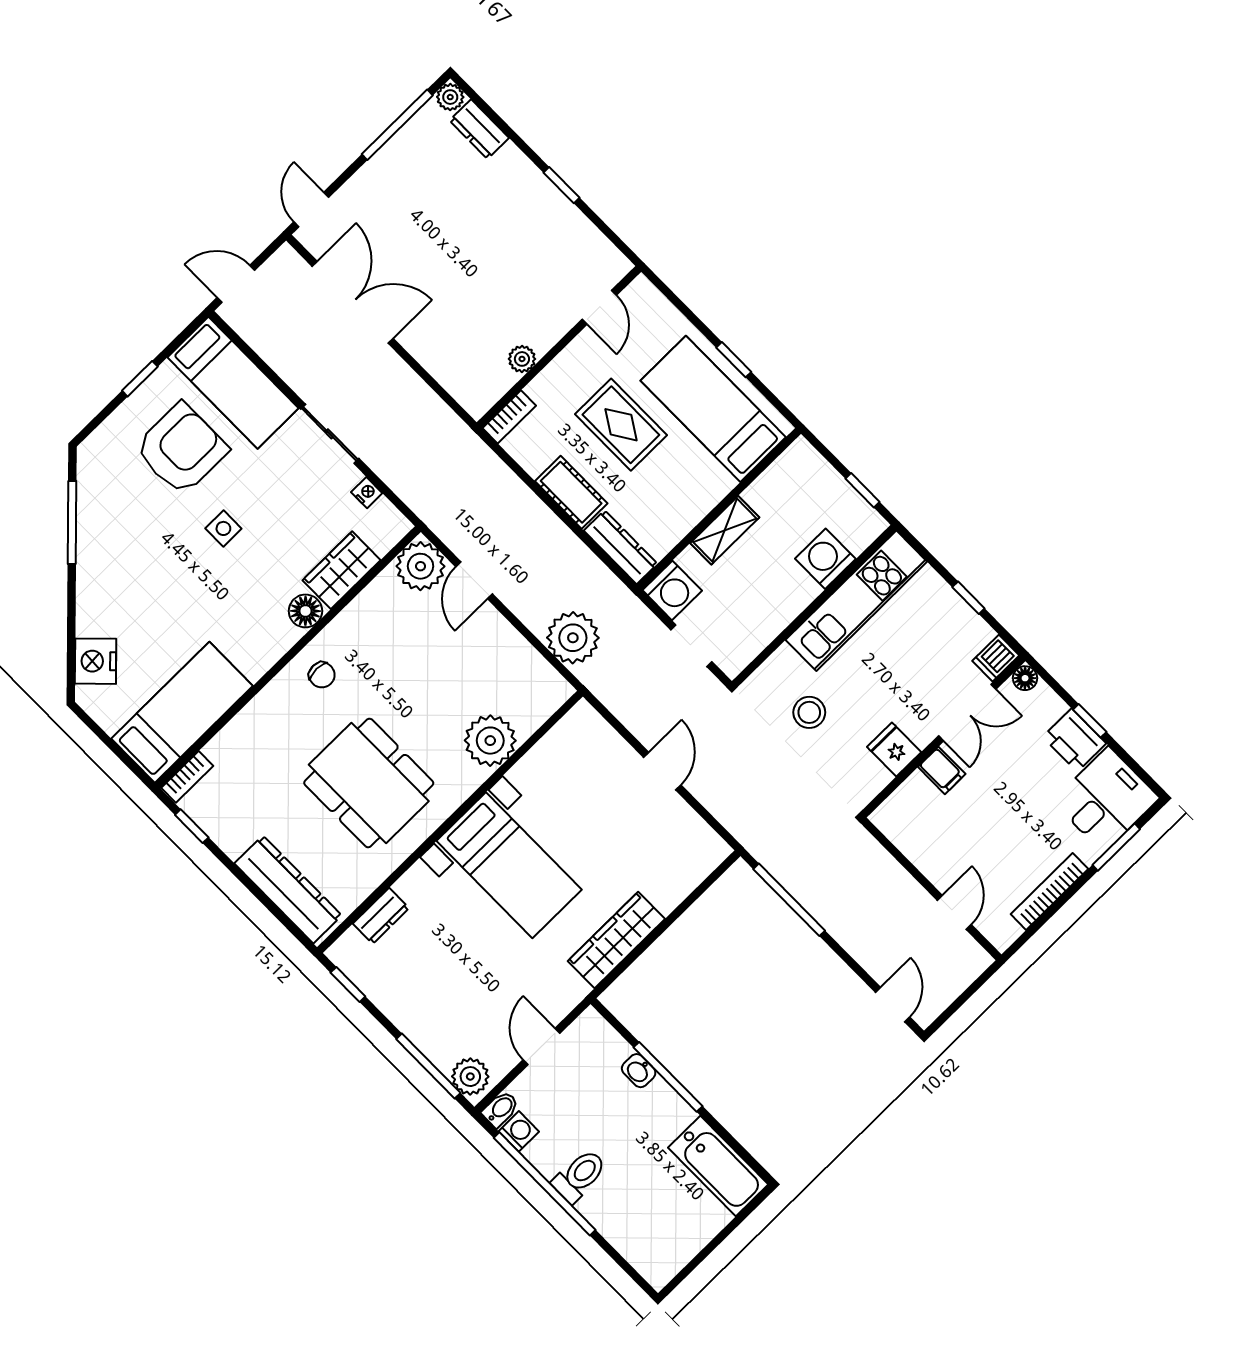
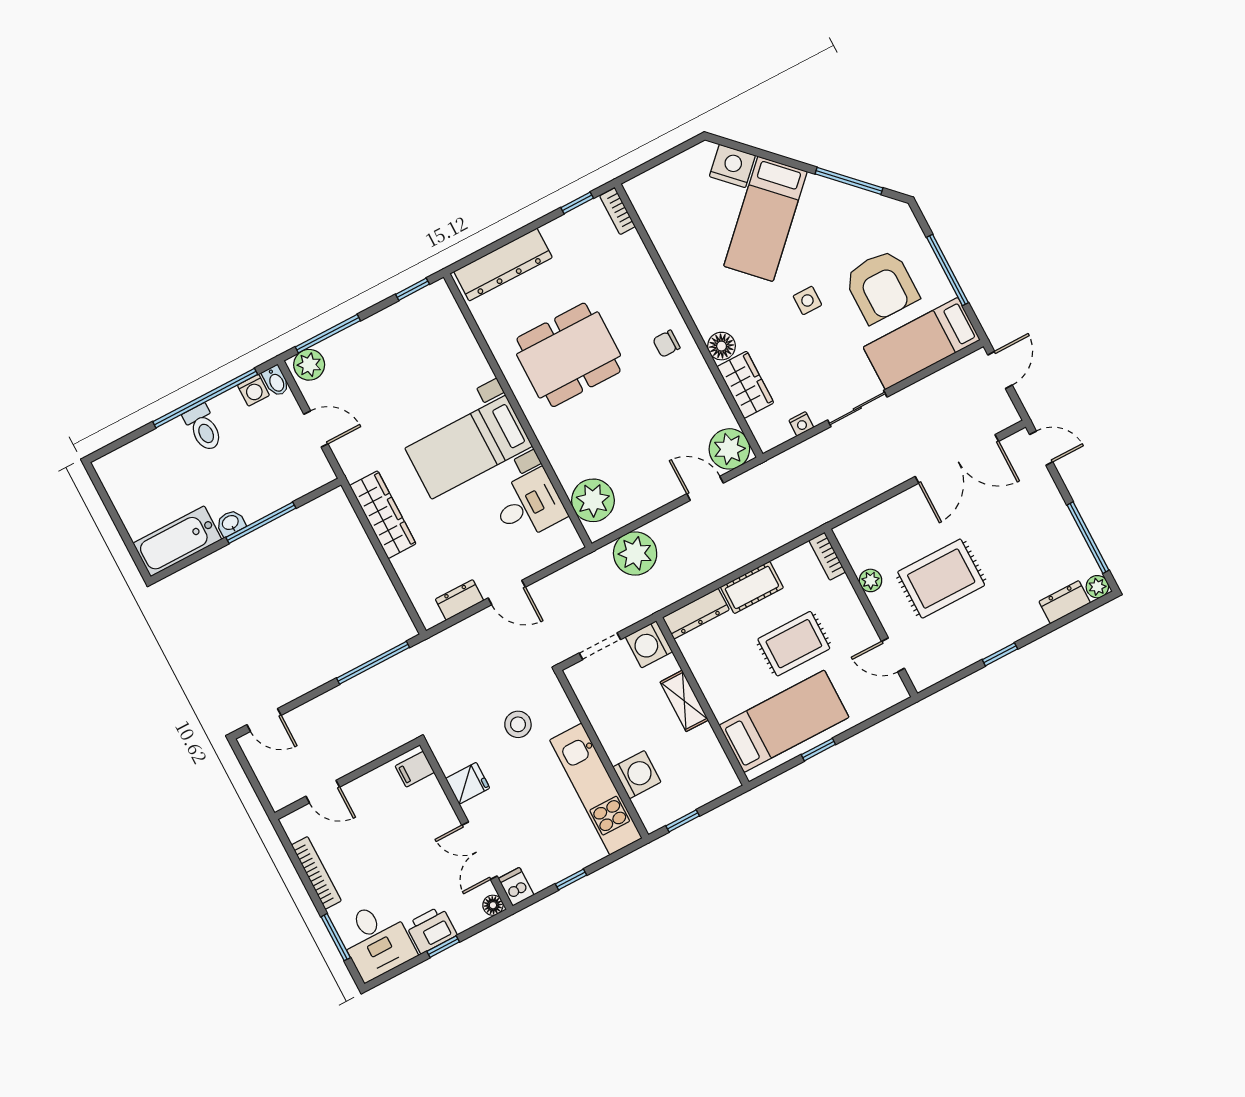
rug: (495, 279) -> (941, 579), added
window: (140, 379) -> (948, 270), width x2.17
bed: (182, 712) -> (765, 219), moved, turned 45
plant: (490, 741) -> (593, 500), moved
filing cabinet: (942, 770) -> (415, 769), moved
desk: (555, 776) -> (529, 505), added
dresser: (381, 916) -> (459, 600), moved, turned 90
washbasin: (639, 1071) -> (231, 523), moved

